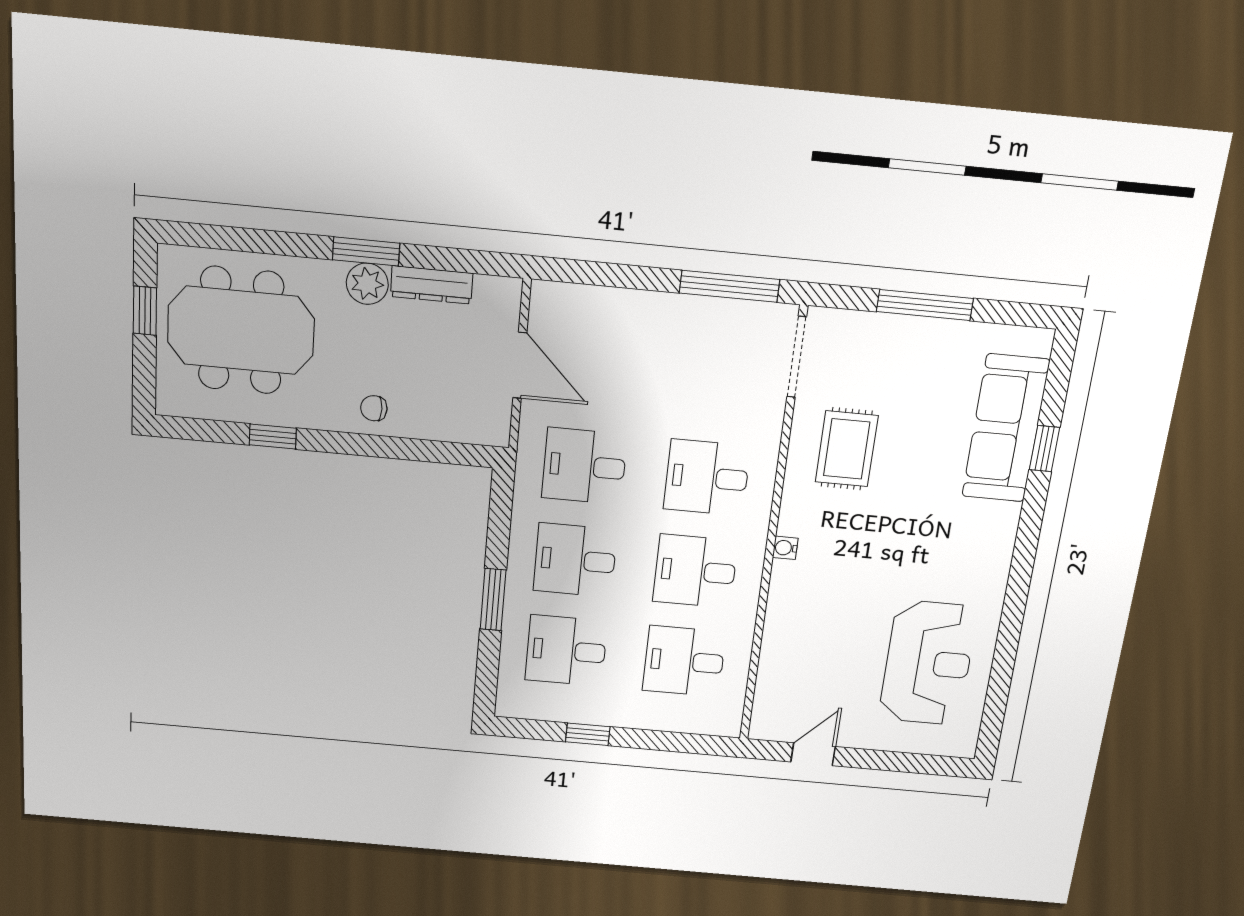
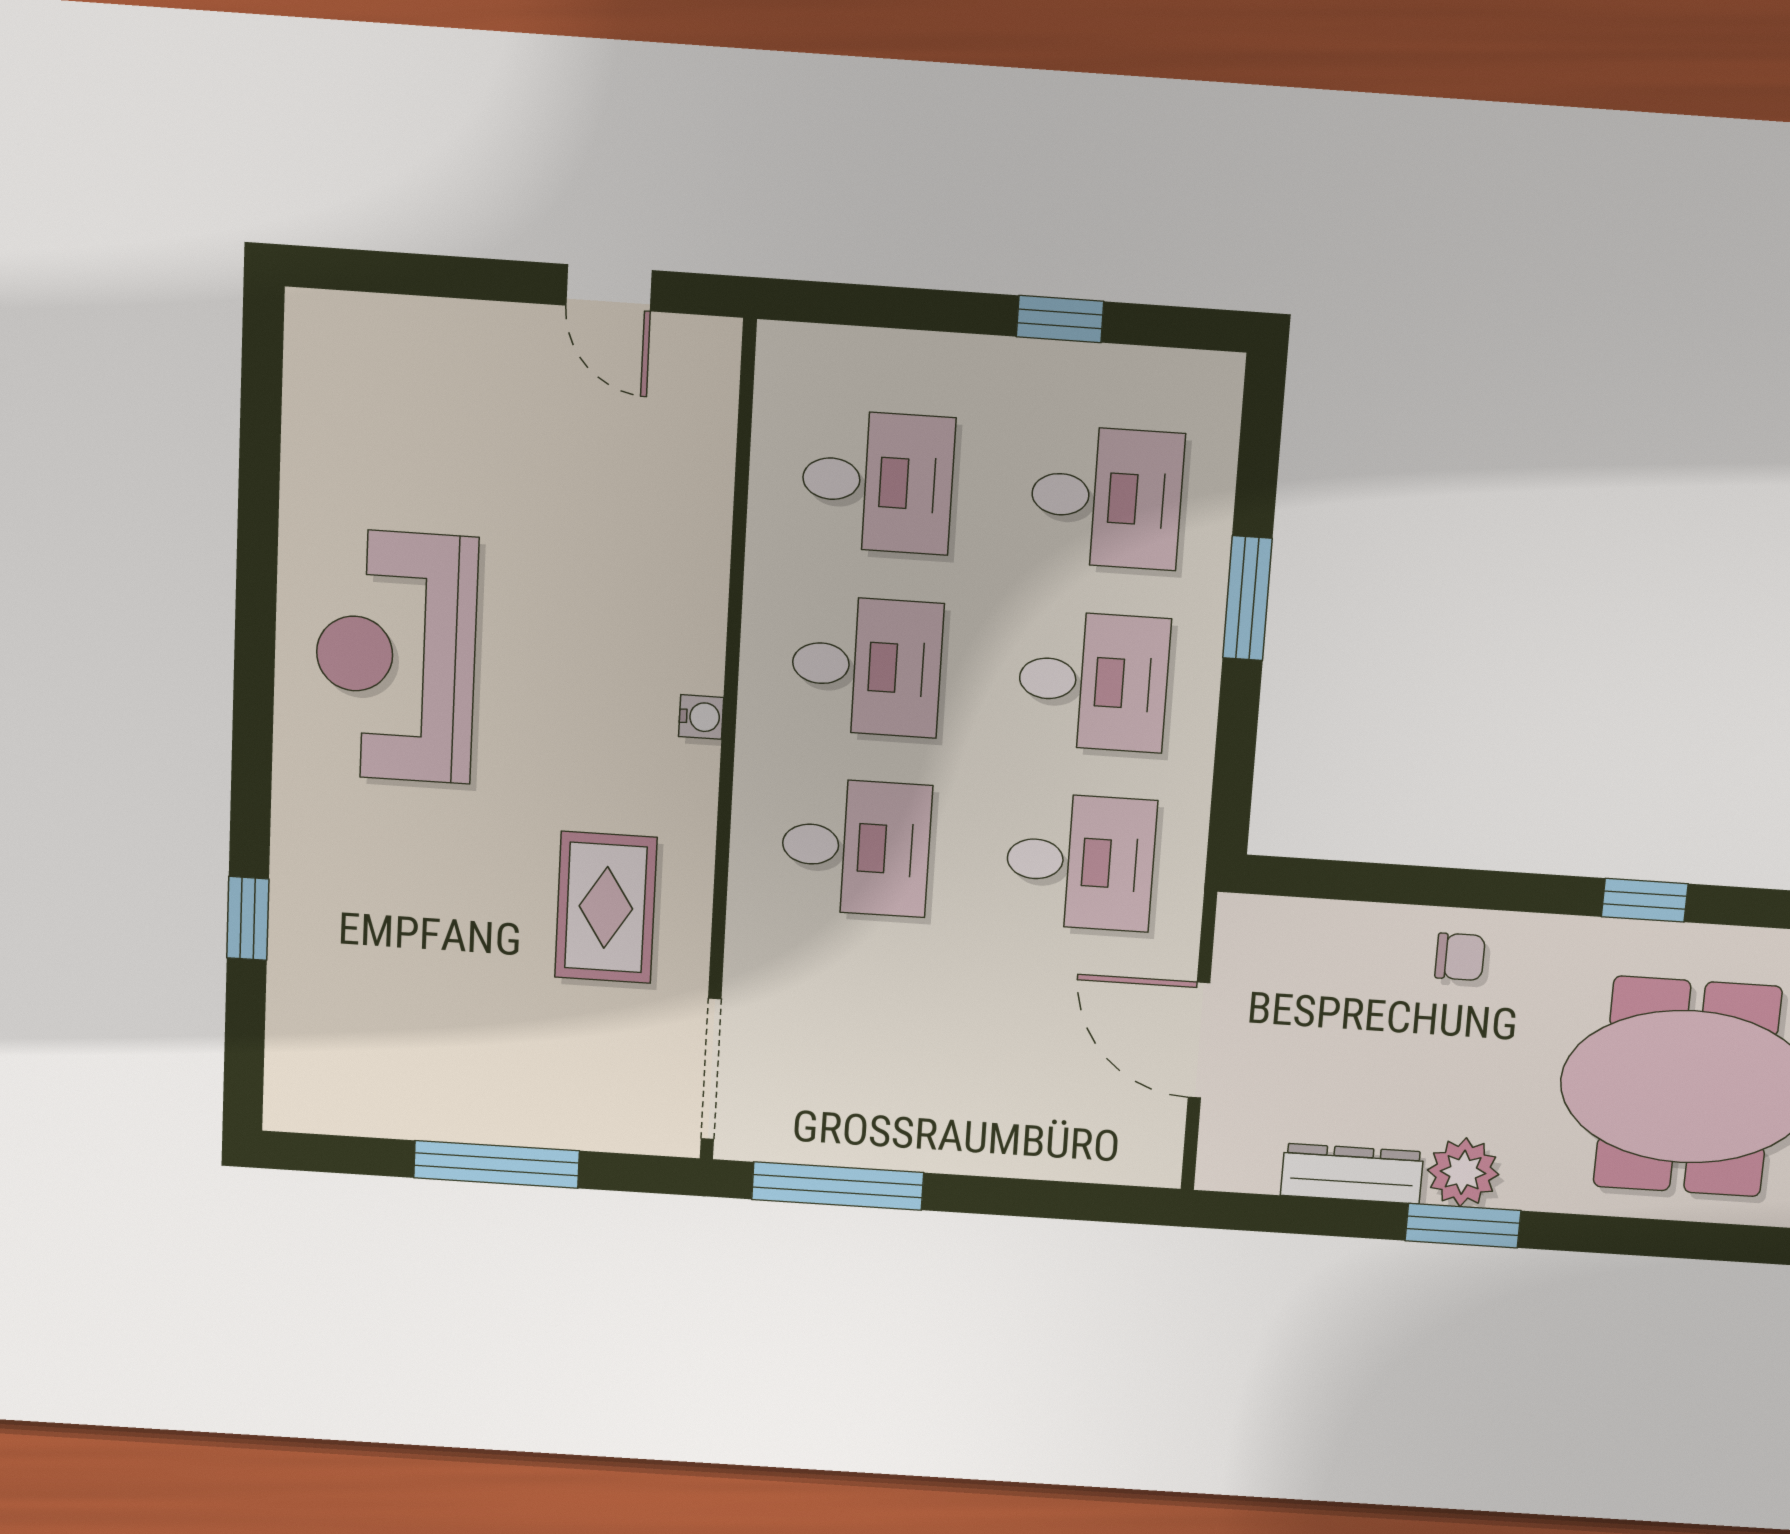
sofa: (1006, 428) -> (324, 953), removed
reception desk: (928, 663) -> (396, 656), moved
door: (813, 754) -> (609, 288), hinge flipped

